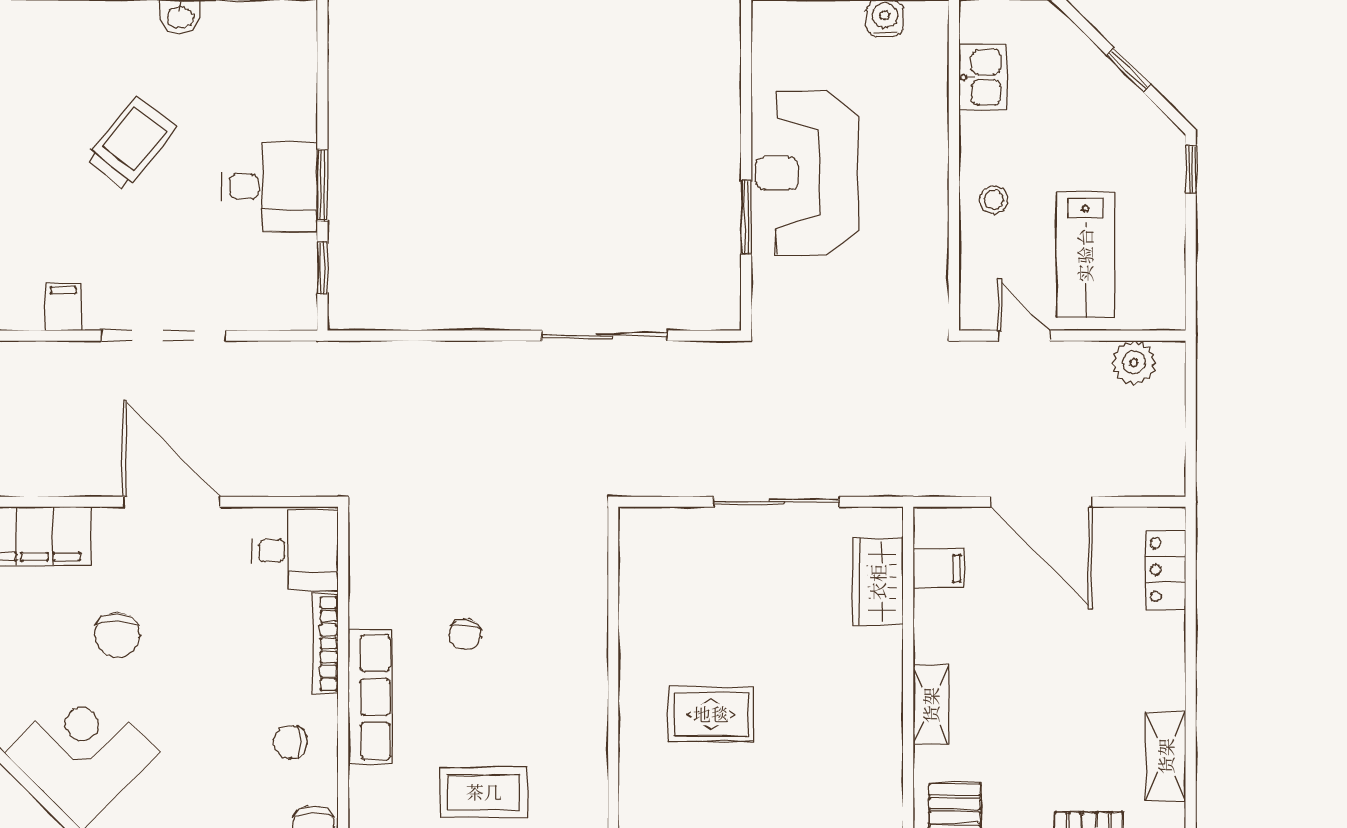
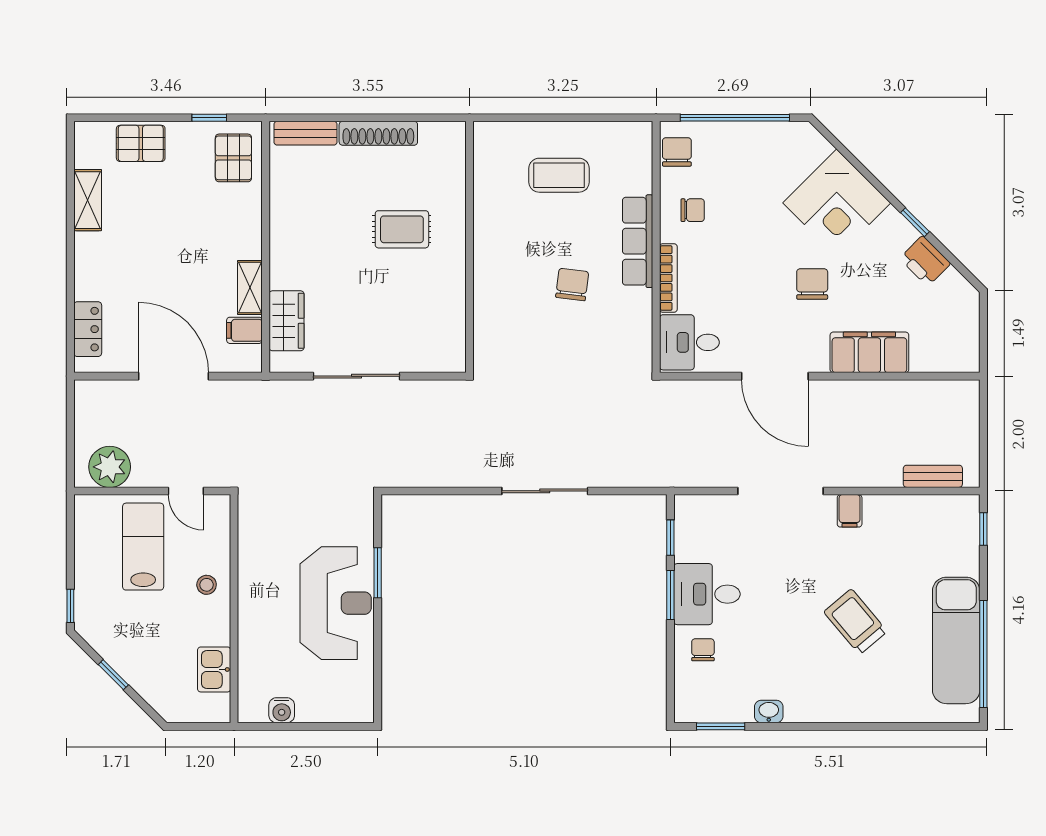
chair: (275, 106) -> (703, 650), added
trolley: (131, 143) -> (855, 622), moved, turned 101
sliding door: (604, 336) -> (545, 491), moved
plant: (1134, 363) -> (110, 467), width x1.36, depth x1.36
chair: (465, 634) -> (572, 284), width x1.37, depth x1.37
shelving: (931, 705) -> (250, 288), moved

